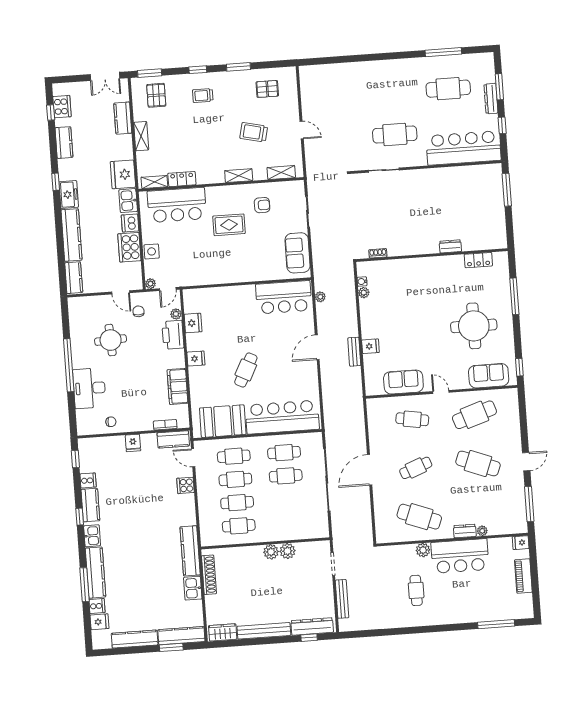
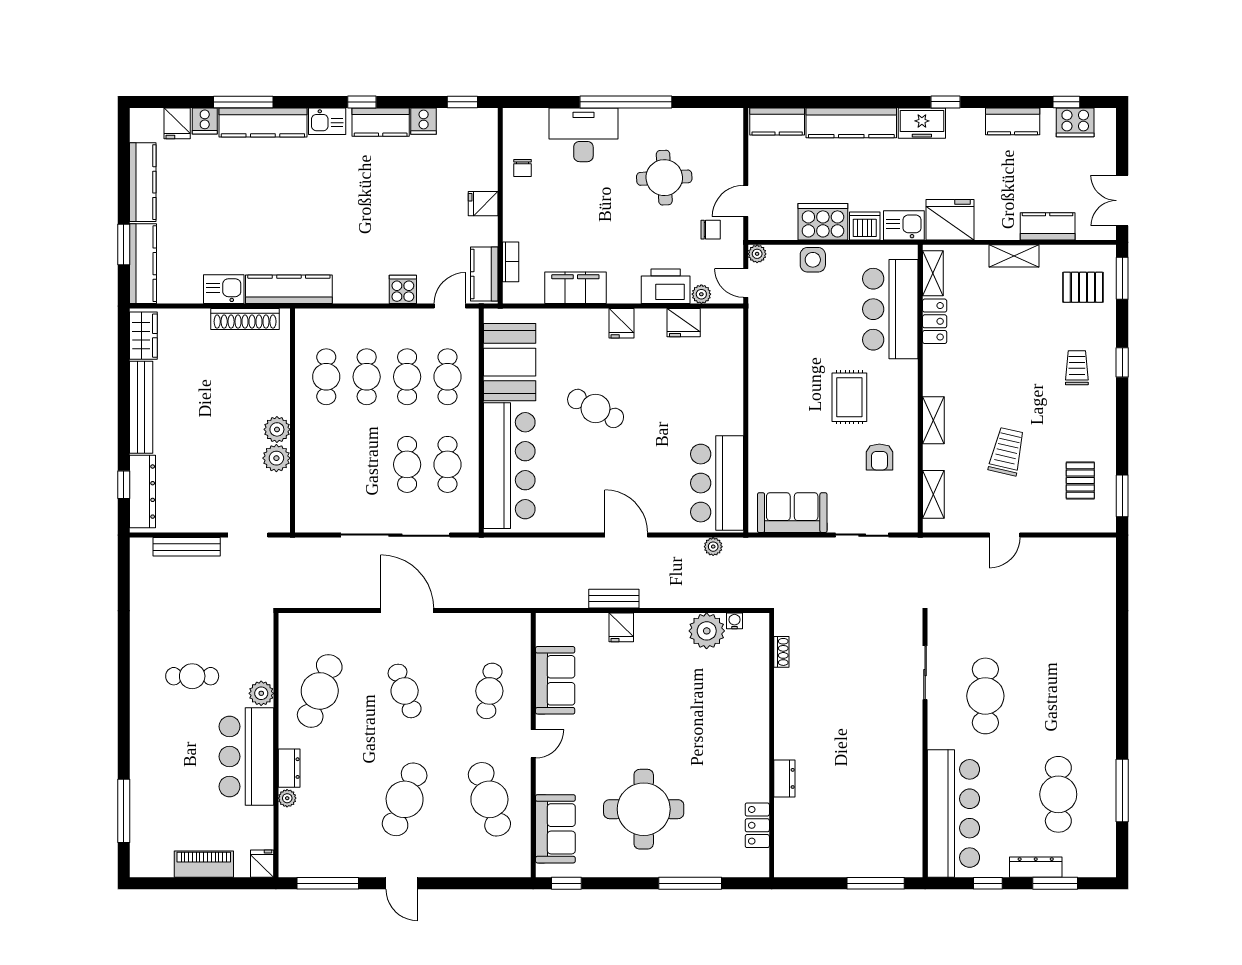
window: (238, 67) -> (1122, 496), moved
plant: (364, 293) -> (707, 631), width x1.88, depth x1.88

